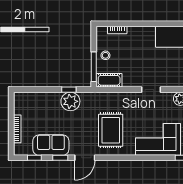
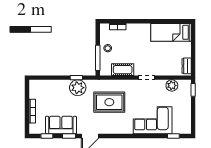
cot: (109, 80) -> (123, 70), moved
rug: (111, 130) -> (109, 102), moved, turned 90

